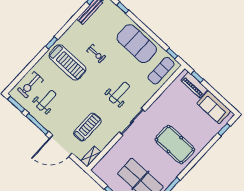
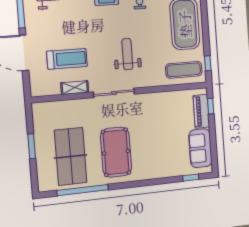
weight bench: (119, 93) -> (127, 54), turned -90
pool table: (175, 145) -> (116, 152), moved
shelving: (91, 157) -> (75, 88), moved

